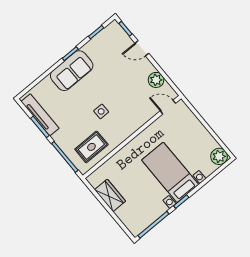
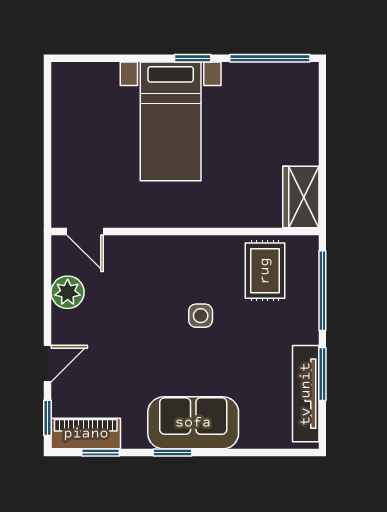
piano: (107, 35) -> (86, 434), added
door: (142, 48) -> (48, 364), hinge flipped
rug: (91, 147) -> (265, 271), turned 90
plant: (219, 156) -> (69, 81), removed
wardrobe: (110, 195) -> (301, 197), moved

